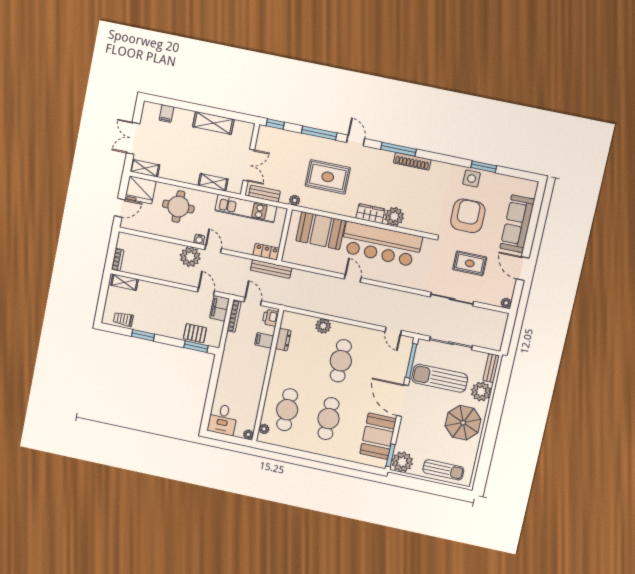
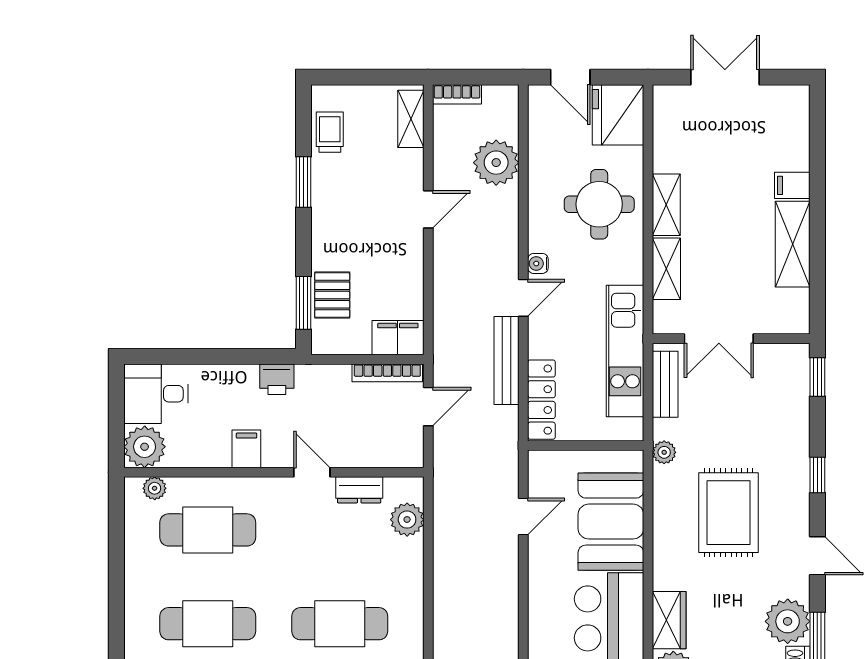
filing cabinet: (166, 114) -> (792, 185), moved
window: (319, 133) -> (817, 475), width x0.46
door: (356, 140) -> (817, 556), hinge flipped
plant: (382, 160) -> (788, 621), added
shelving: (145, 168) -> (666, 205), moved
locker: (266, 252) -> (541, 400), width x1.53
plant: (190, 257) -> (496, 163), moved
bench: (271, 269) -> (506, 361), moved
door: (353, 278) -> (523, 516), moved
door: (206, 291) -> (428, 209), moved
printer: (270, 318) -> (277, 379), moved, turned 180
plant: (323, 326) -> (407, 520), moved
filing cabinet: (264, 340) -> (246, 449), moved
door: (271, 359) -> (312, 472), added
plant: (248, 434) -> (145, 447), width x1.87, depth x1.87

